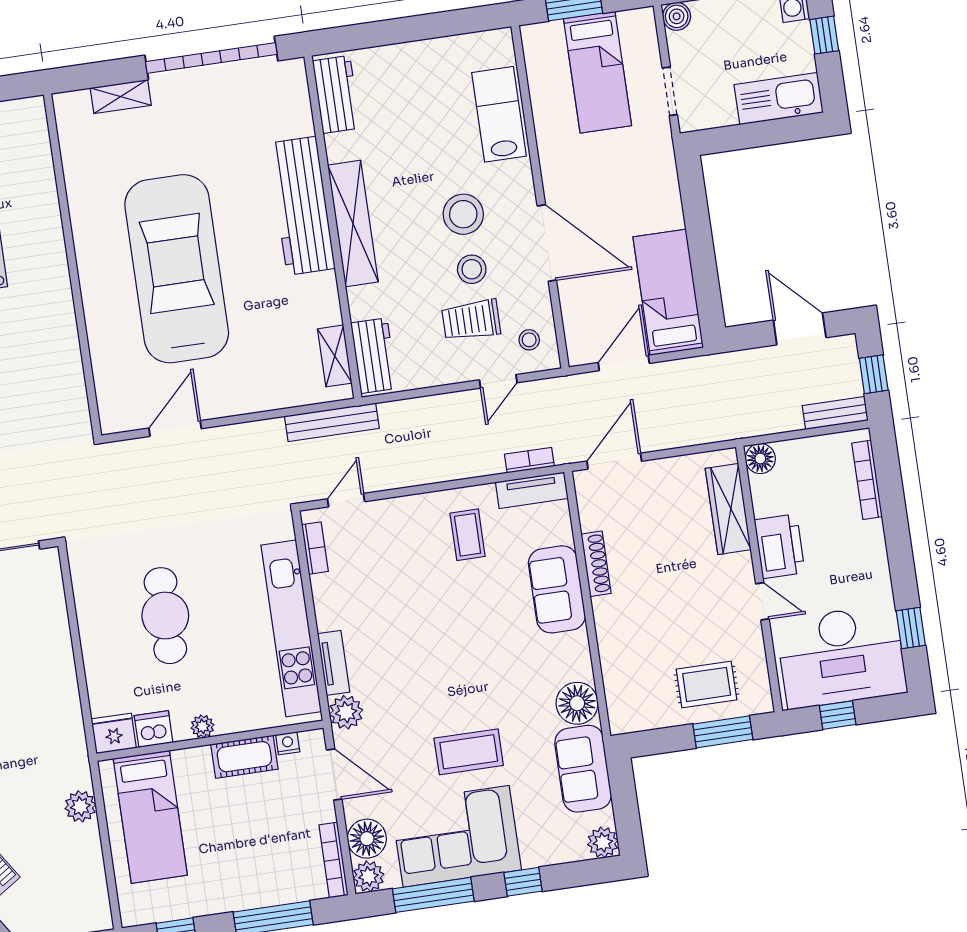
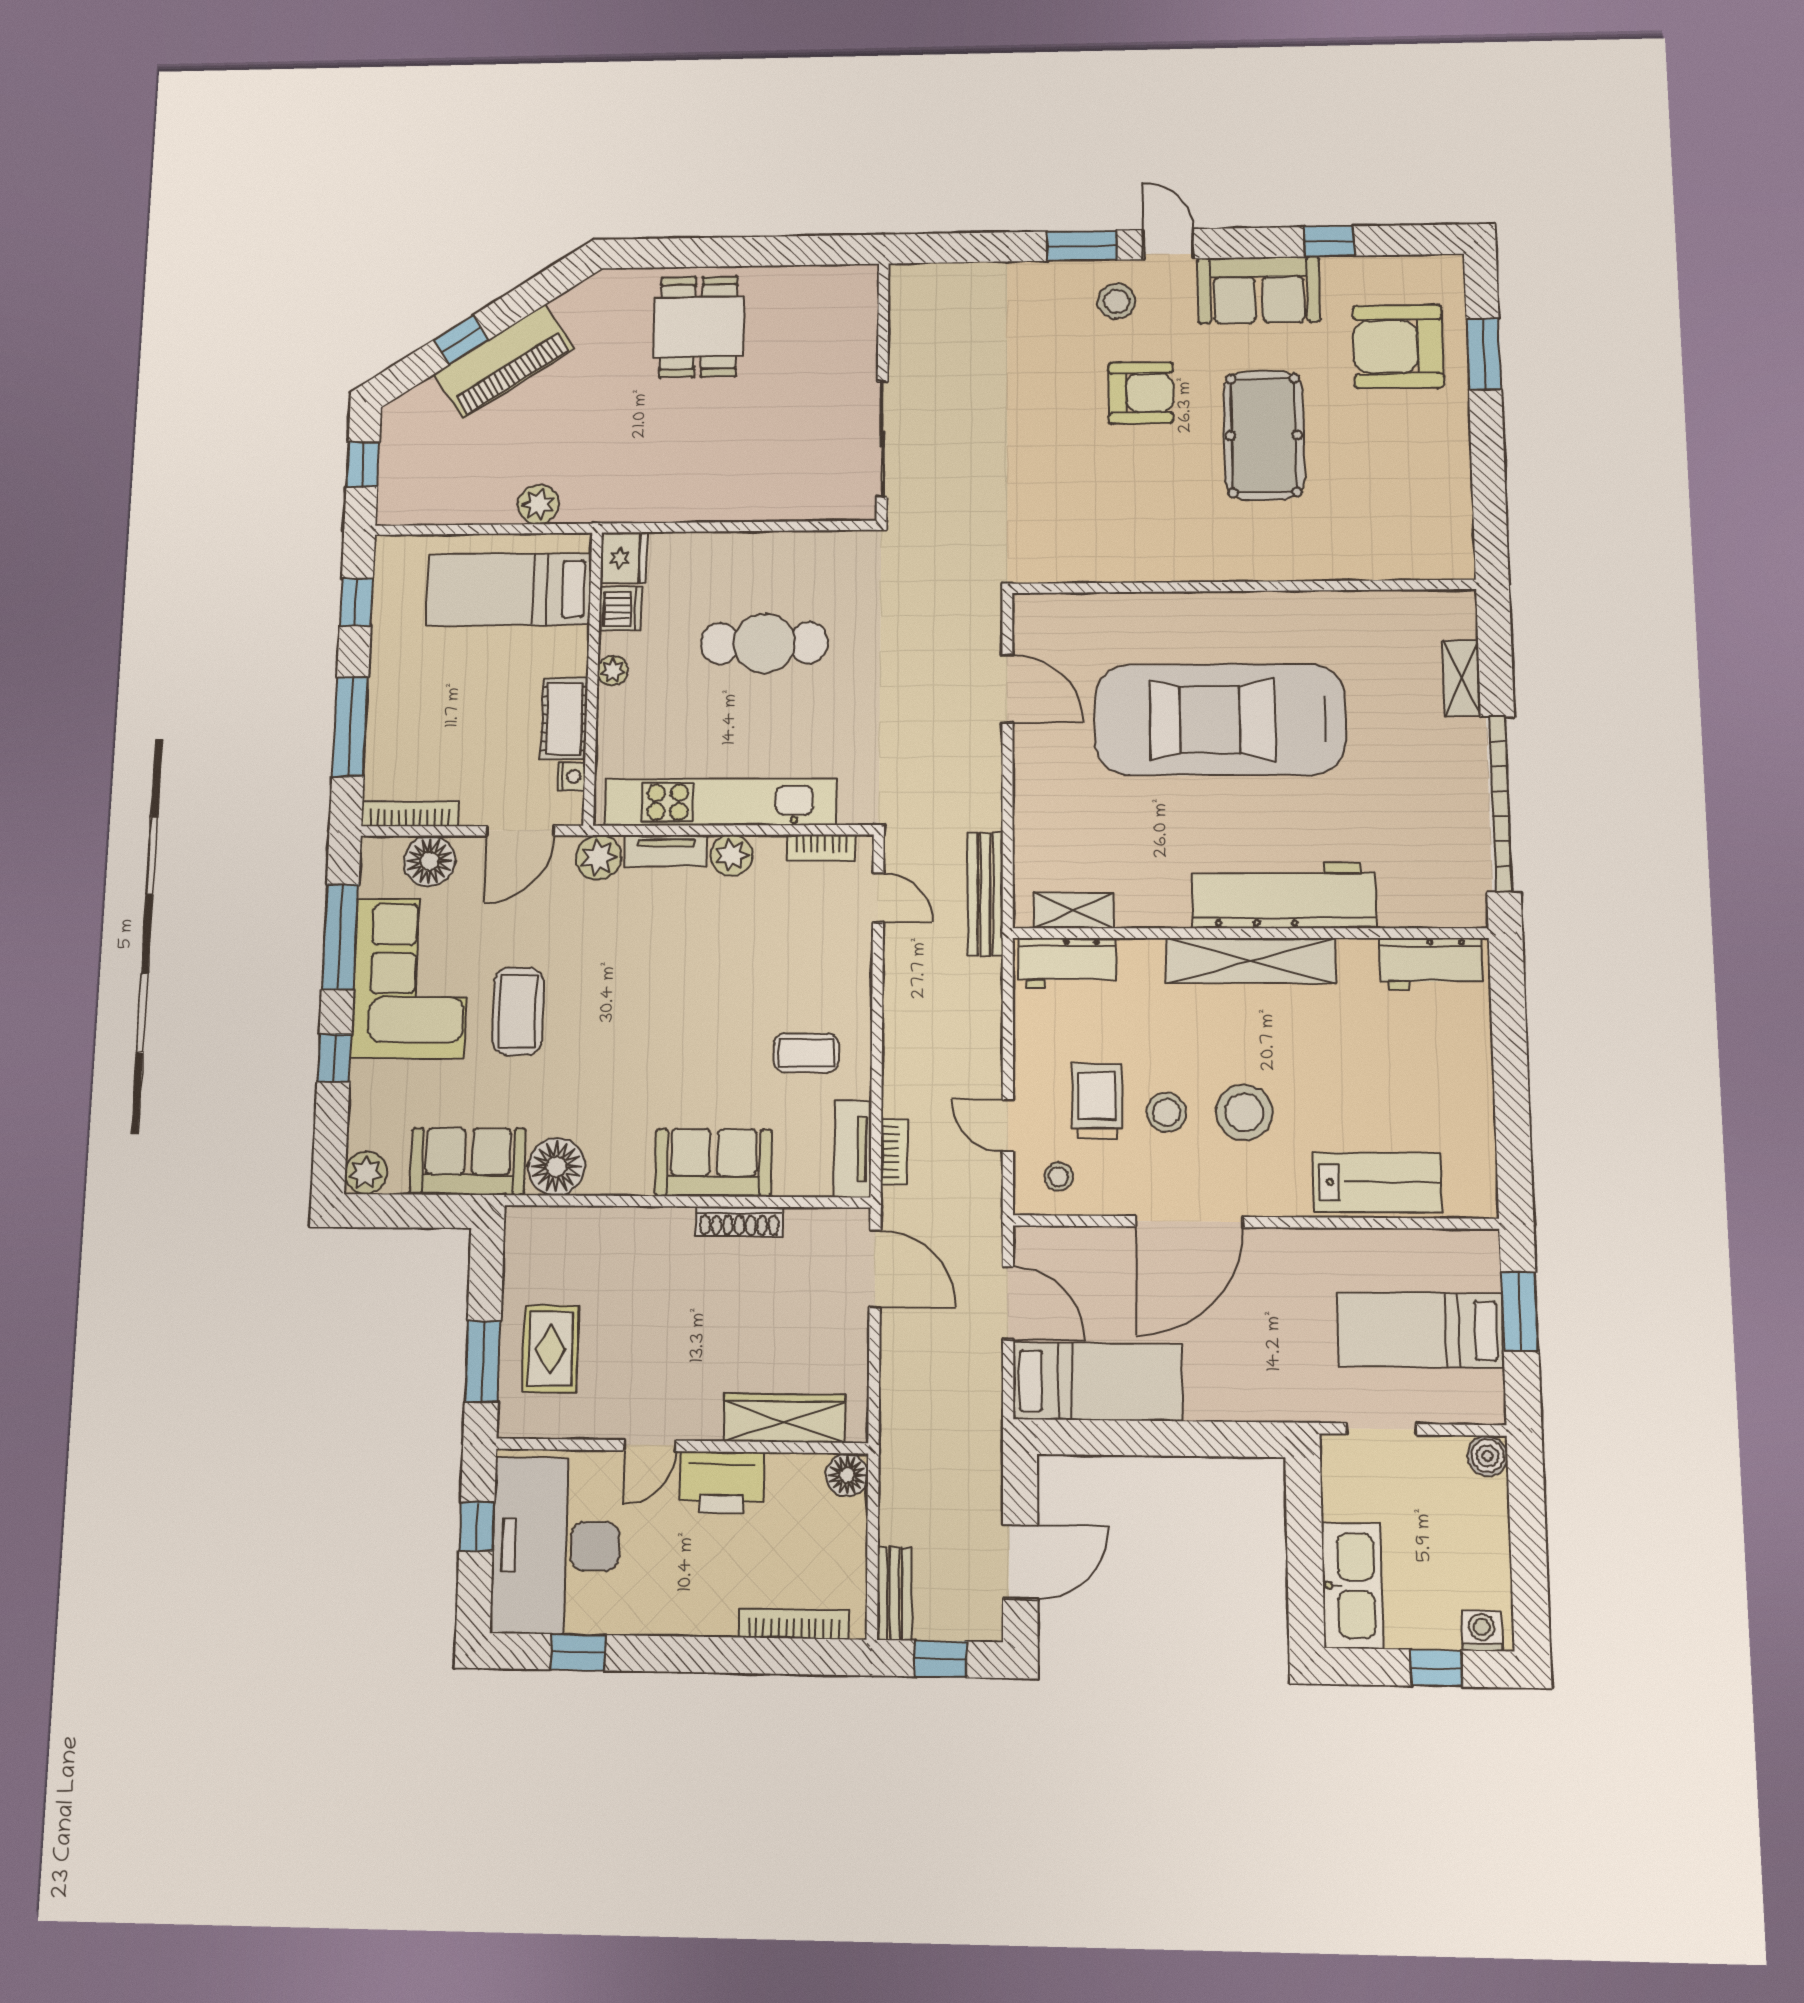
car: (177, 269) -> (1220, 719), turned 180
plant: (369, 876) -> (731, 856), moved

